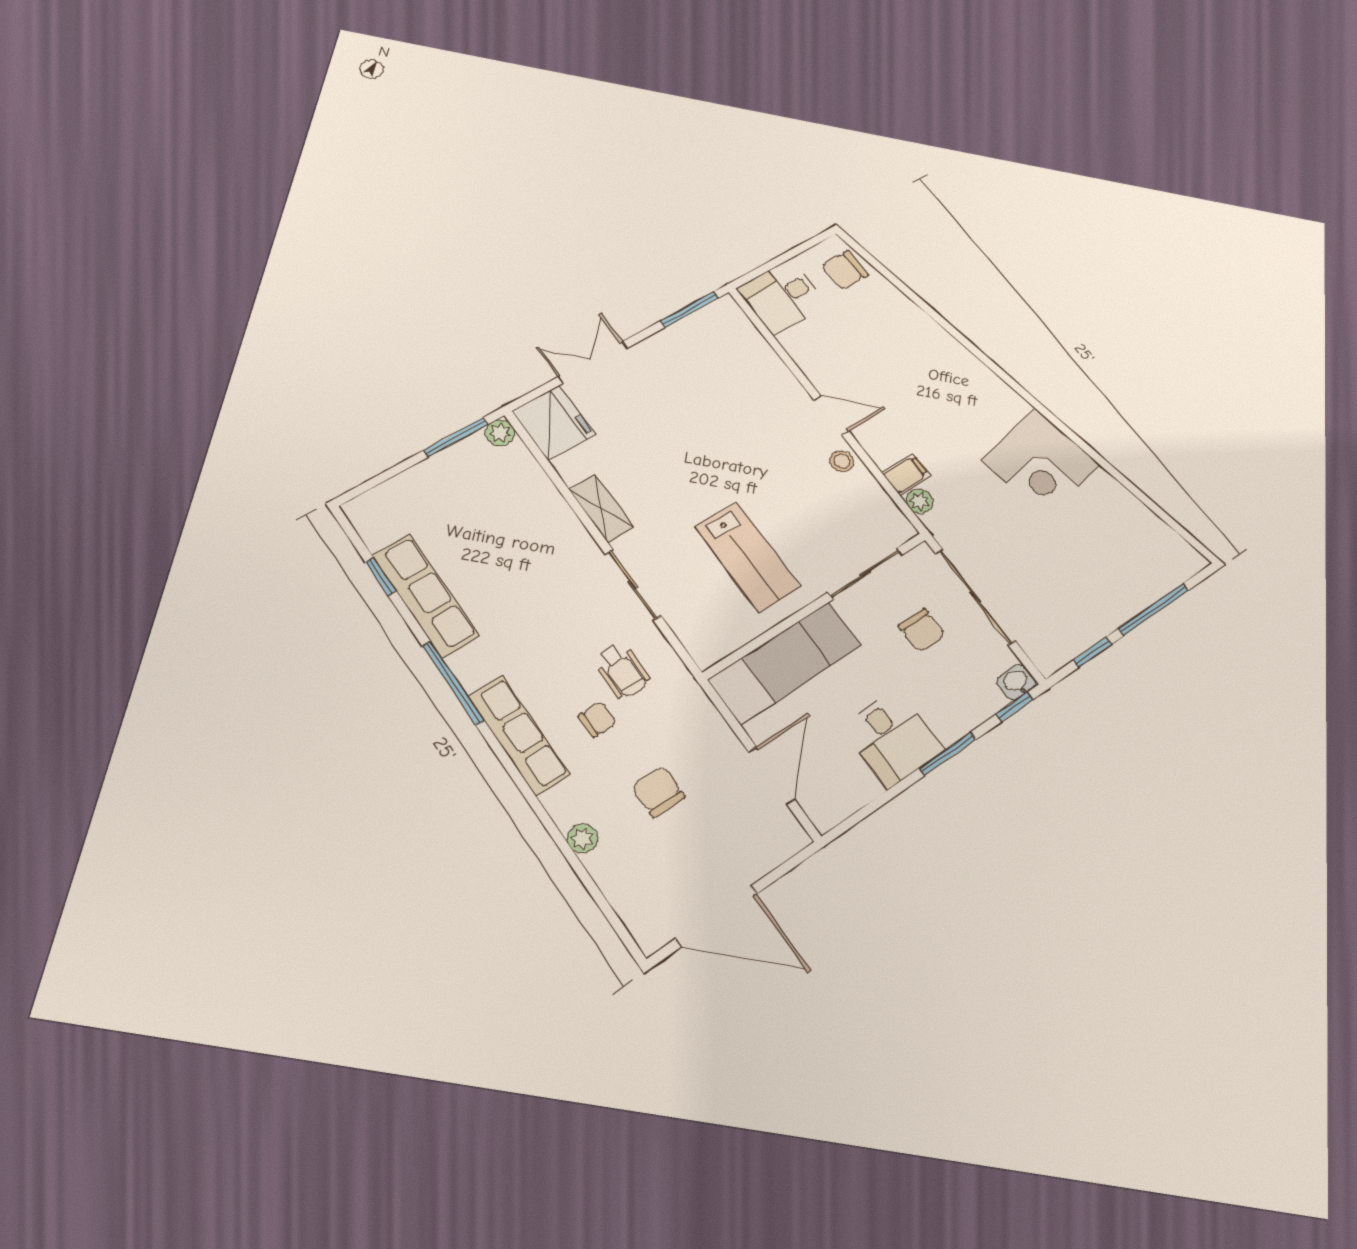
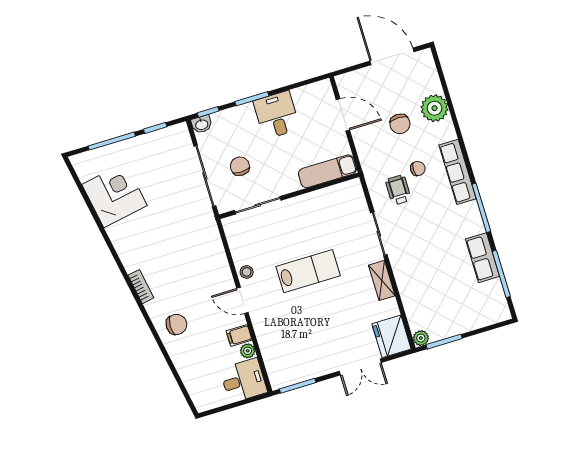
chair: (845, 270) -> (176, 324), moved
bookcase: (1005, 395) -> (141, 287), added
corner desk: (1041, 463) -> (115, 195), moved
filing cabinet: (906, 474) -> (239, 335), moved
plant: (920, 501) -> (248, 351), moved
lab bench: (747, 557) -> (308, 271), moved, turned 90
window: (381, 577) -> (501, 274), width x2.17
row of seats: (425, 595) -> (482, 258), width x0.68
exam couch: (785, 663) -> (327, 171), width x0.73, depth x0.69
chair: (598, 719) -> (418, 169), turned 180
door: (772, 776) -> (343, 115), swing flipped
plant: (582, 838) -> (435, 108), width x1.88, depth x1.88

